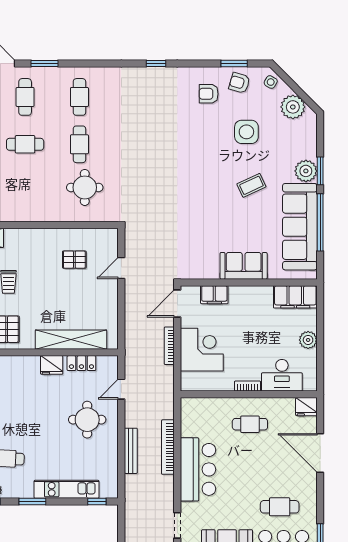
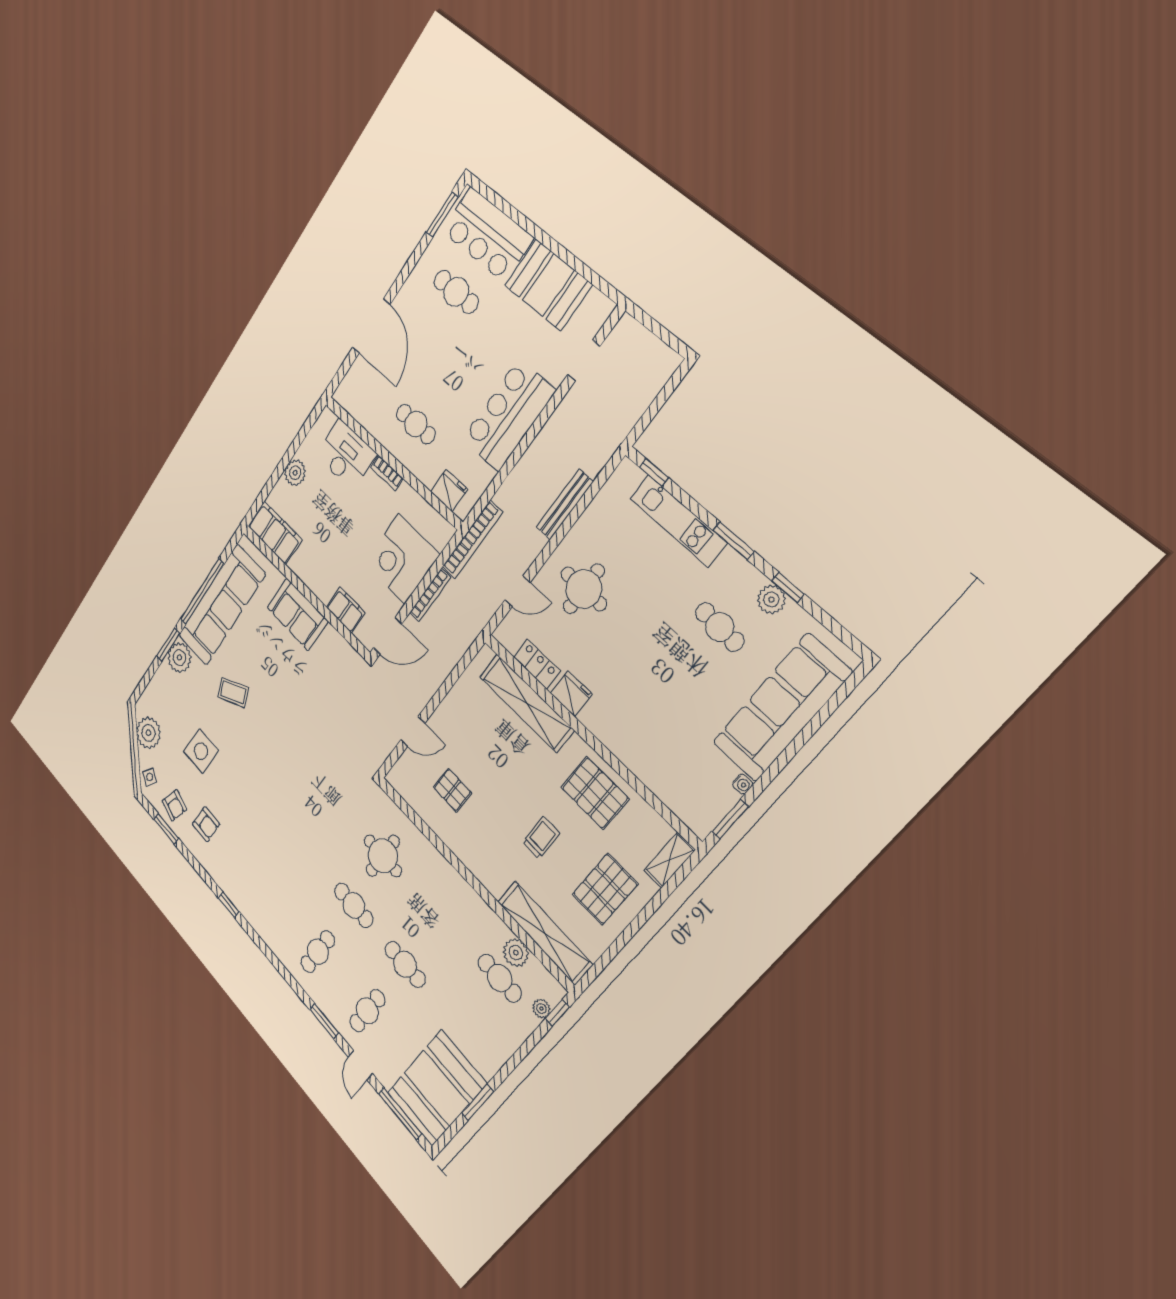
cafe table: (79, 144) -> (354, 905), turned 90
fridge: (306, 407) -> (449, 491), moved
bookcase: (168, 447) -> (472, 540), moved

